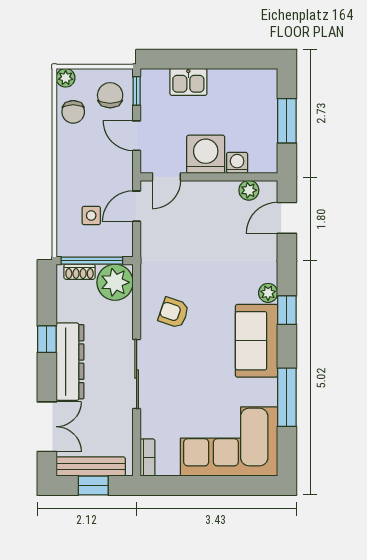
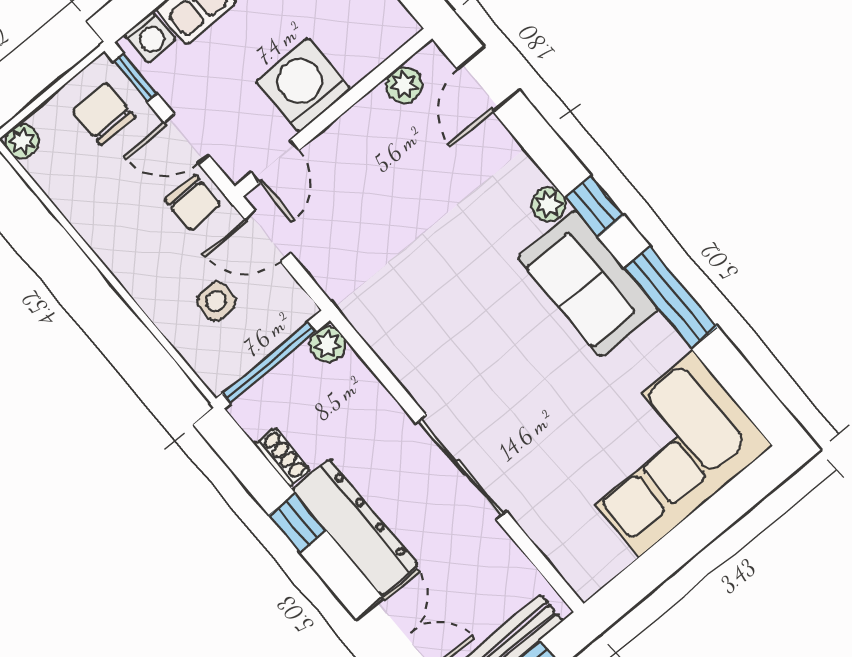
chair: (73, 112) -> (193, 203), moved
washing machine: (237, 163) -> (150, 37), moved, turned 180
door: (137, 206) -> (268, 236), hinge flipped
shoe rack: (80, 272) -> (282, 457), moved, turned -90
plant: (115, 282) -> (328, 344), width x0.53, depth x0.53
armchair: (174, 313) -> (441, 340), removed
window: (287, 397) -> (671, 297), moved
bookcase: (148, 458) -> (572, 570), removed

